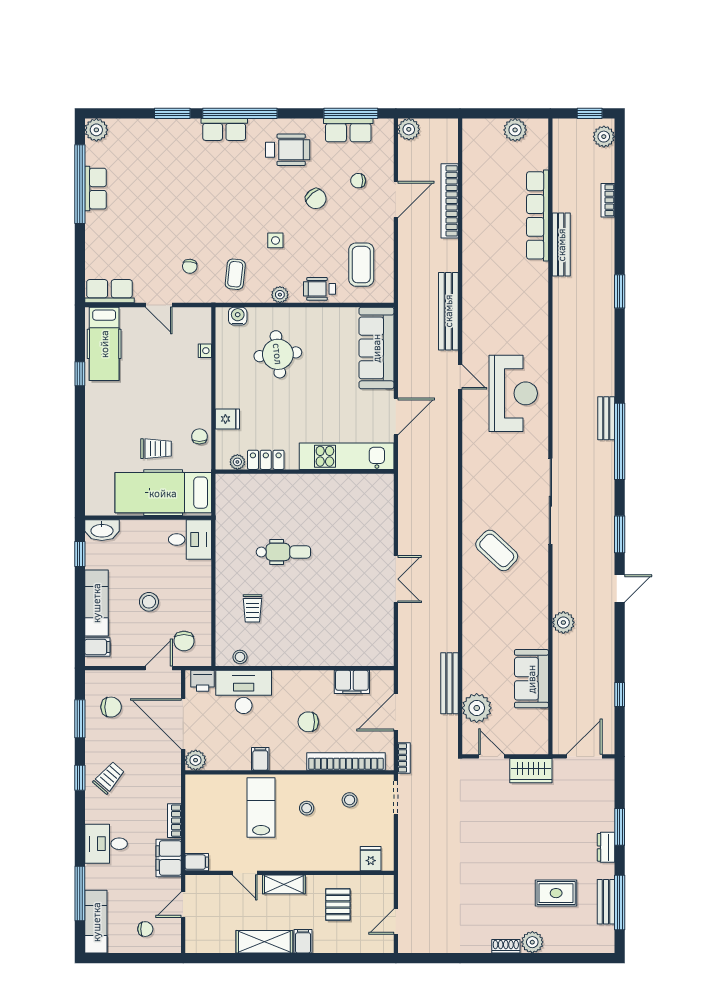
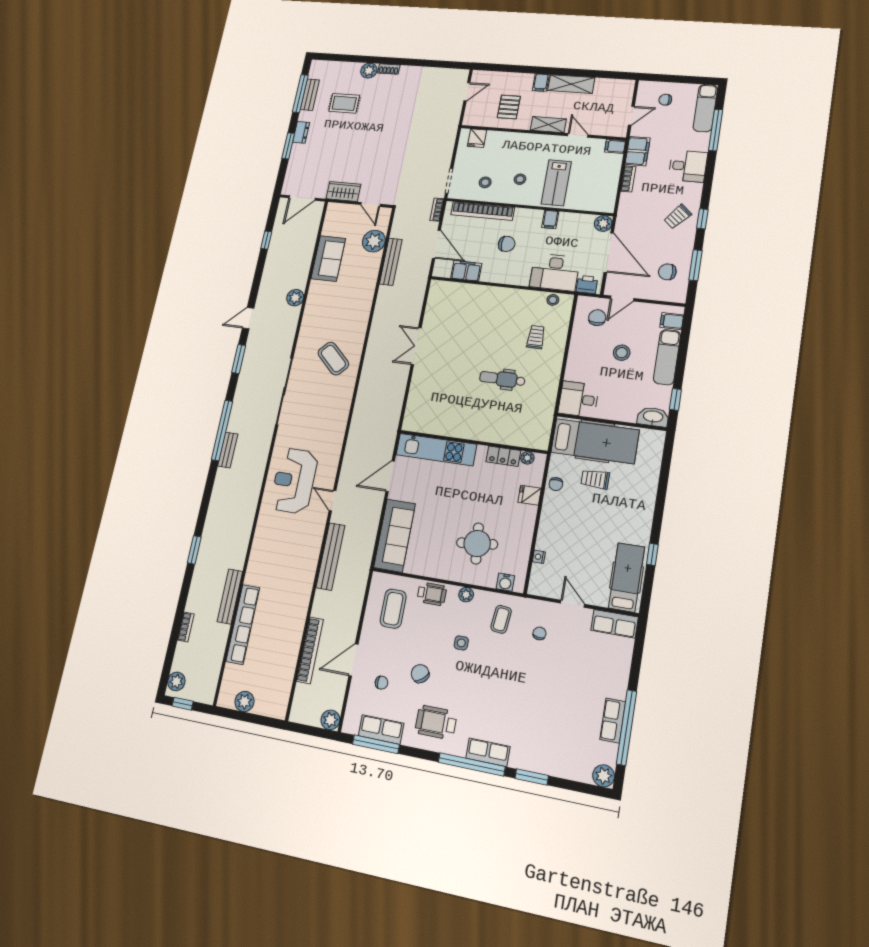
door: (396, 712) -> (436, 244), hinge flipped

